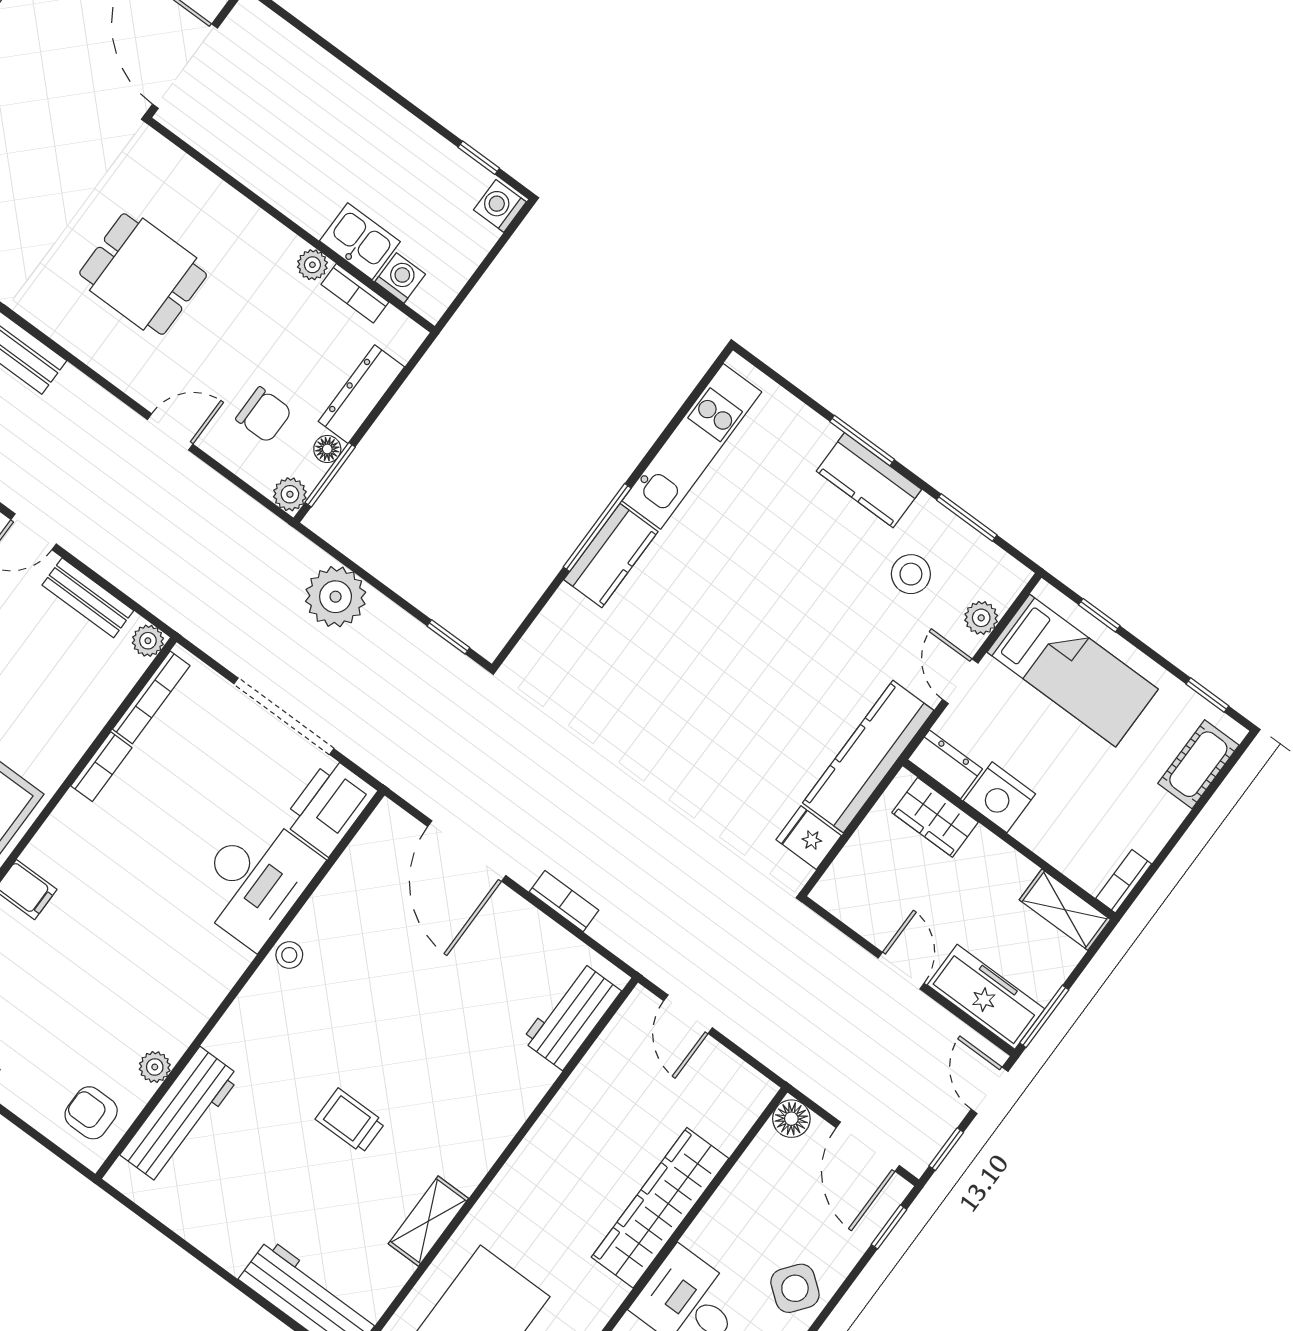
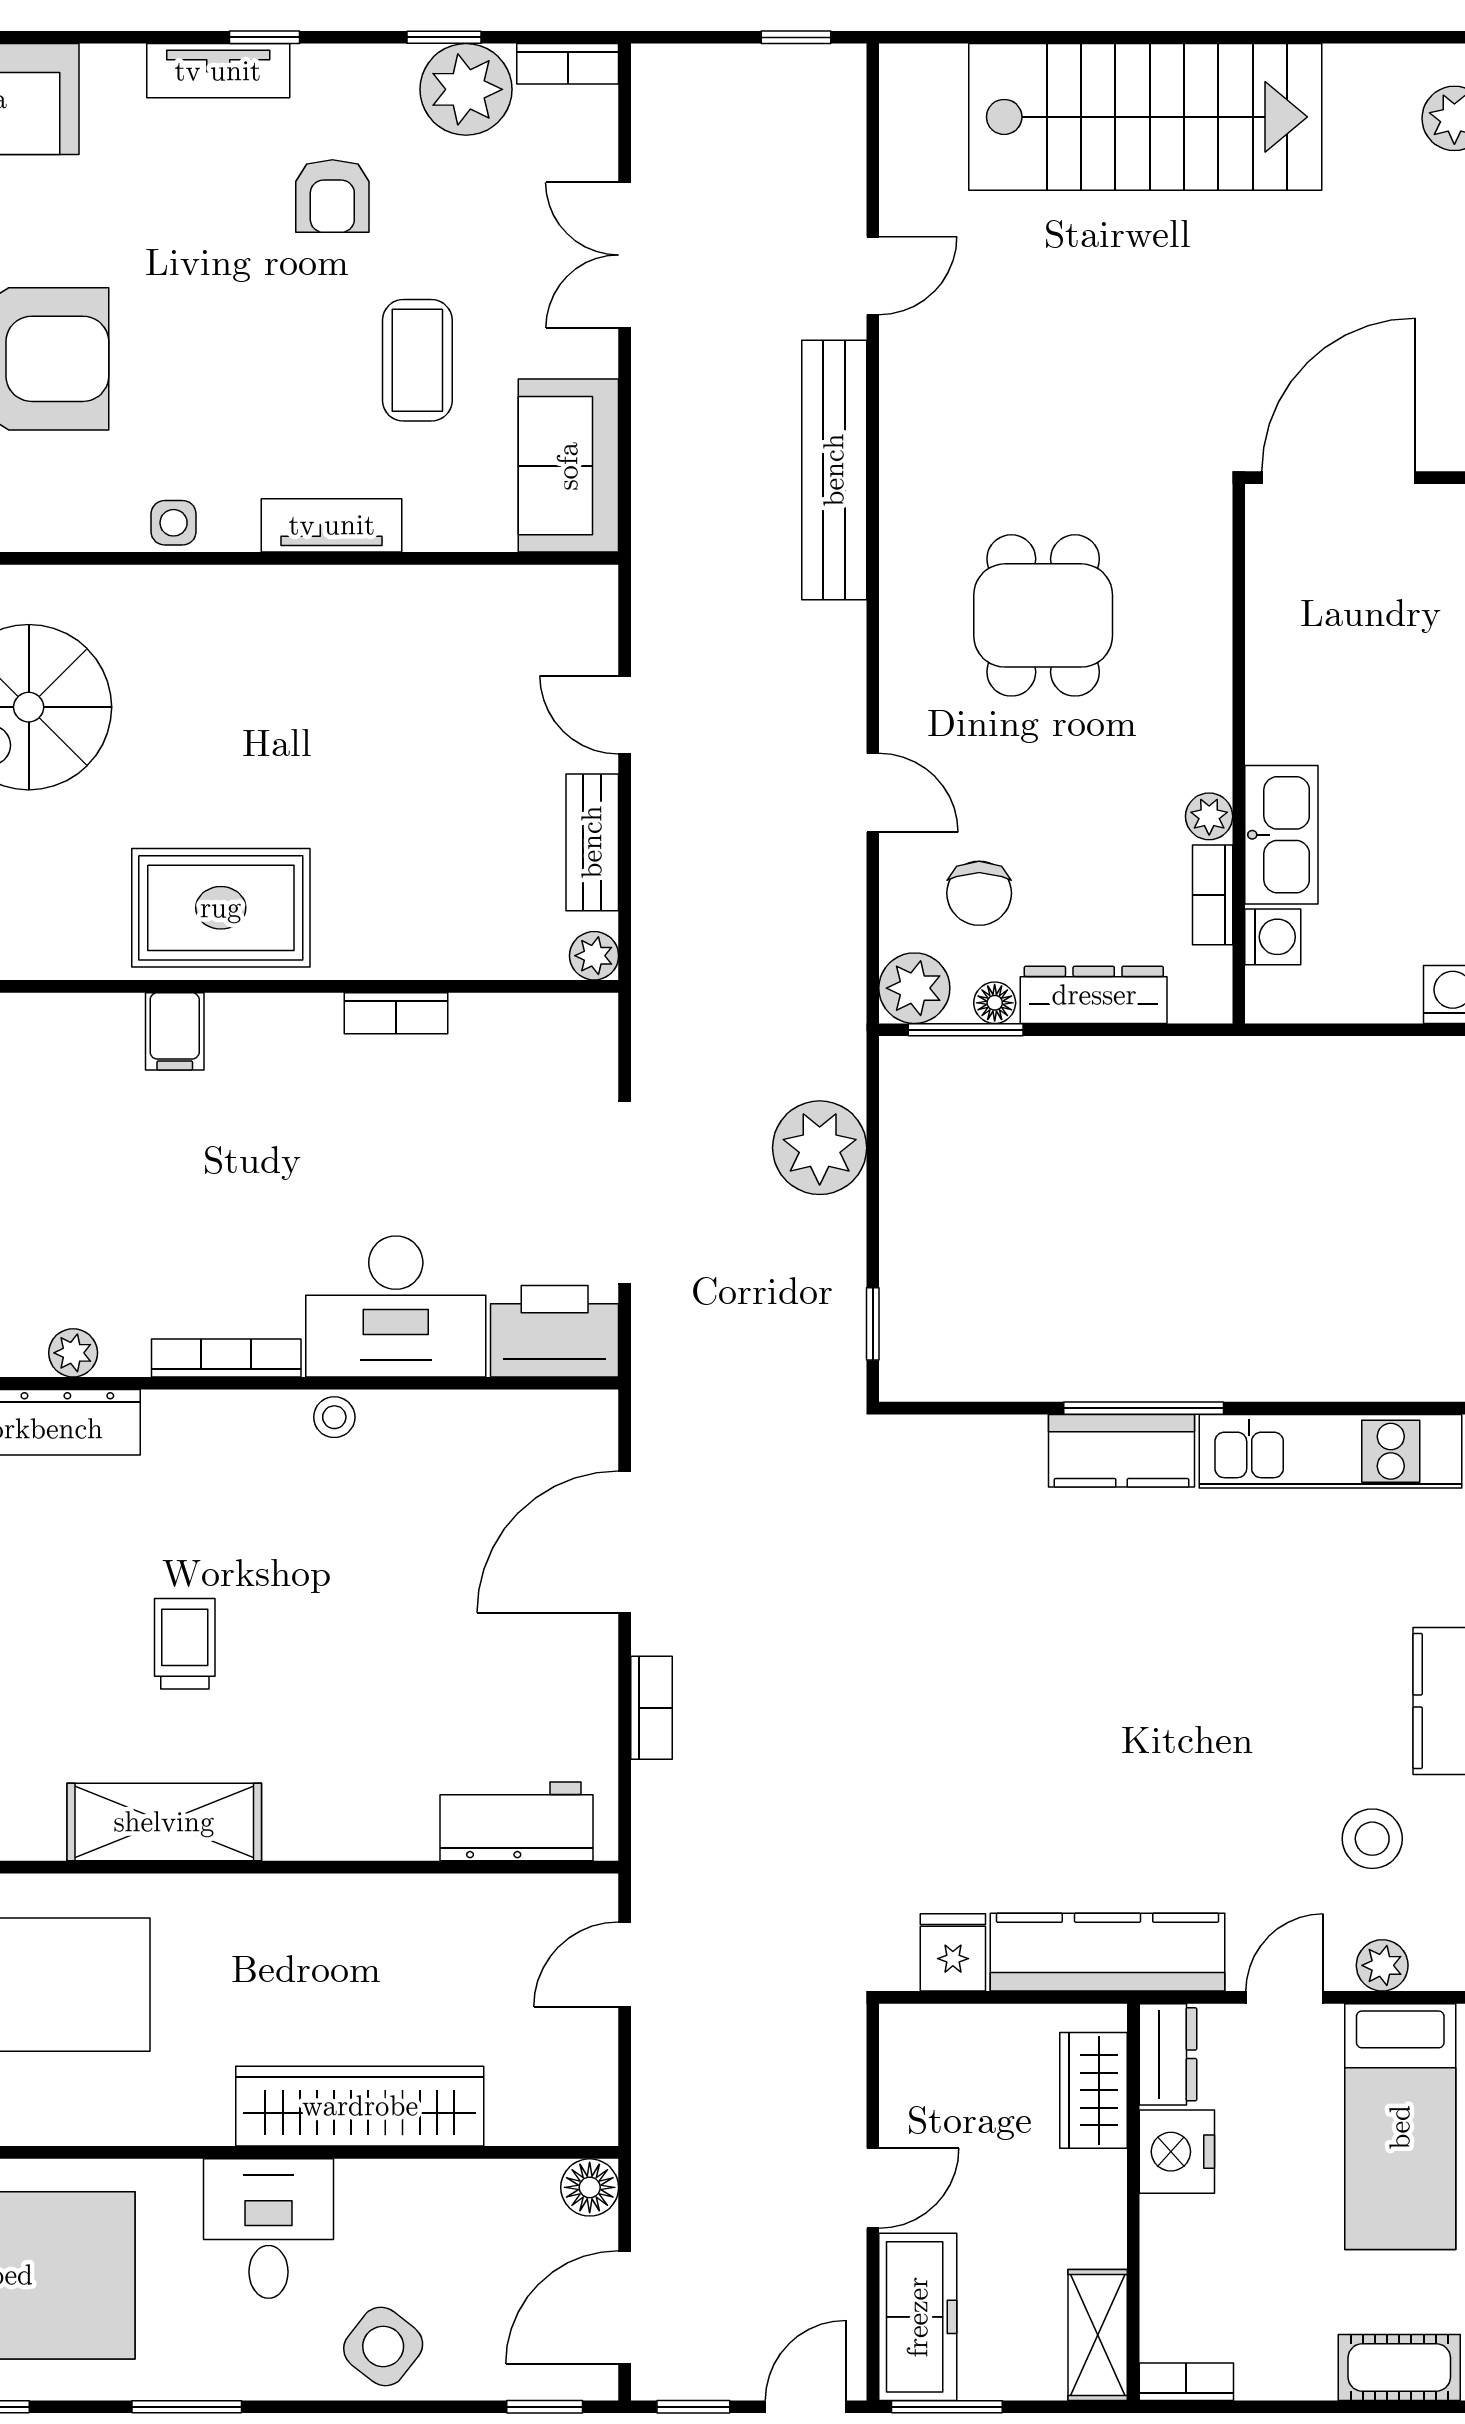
kitchen sink: (360, 241) -> (1281, 835), width x1.38
plant: (290, 494) -> (914, 988), width x1.38, depth x1.38
bookcase: (151, 697) -> (226, 1358), moved, turned 180
shelving: (428, 1221) -> (164, 1822), width x1.50, depth x1.33

